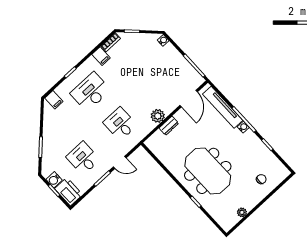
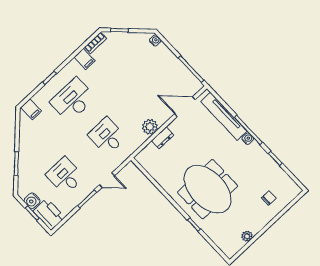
door: (189, 99) -> (185, 107), swing flipped

